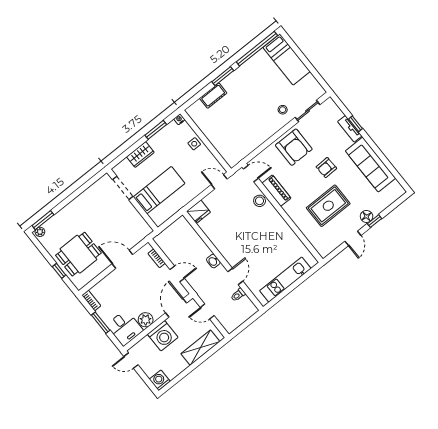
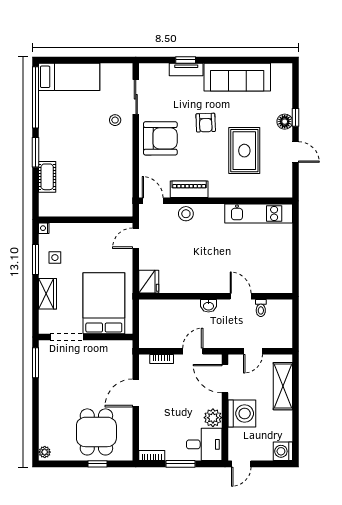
side table: (194, 144) -> (55, 258), moved
door: (251, 174) -> (153, 201), hinge flipped
bed: (159, 190) -> (104, 303), width x1.50
window: (43, 220) -> (36, 363), moved
kitchen unit: (285, 280) -> (259, 213), moved, turned -90

